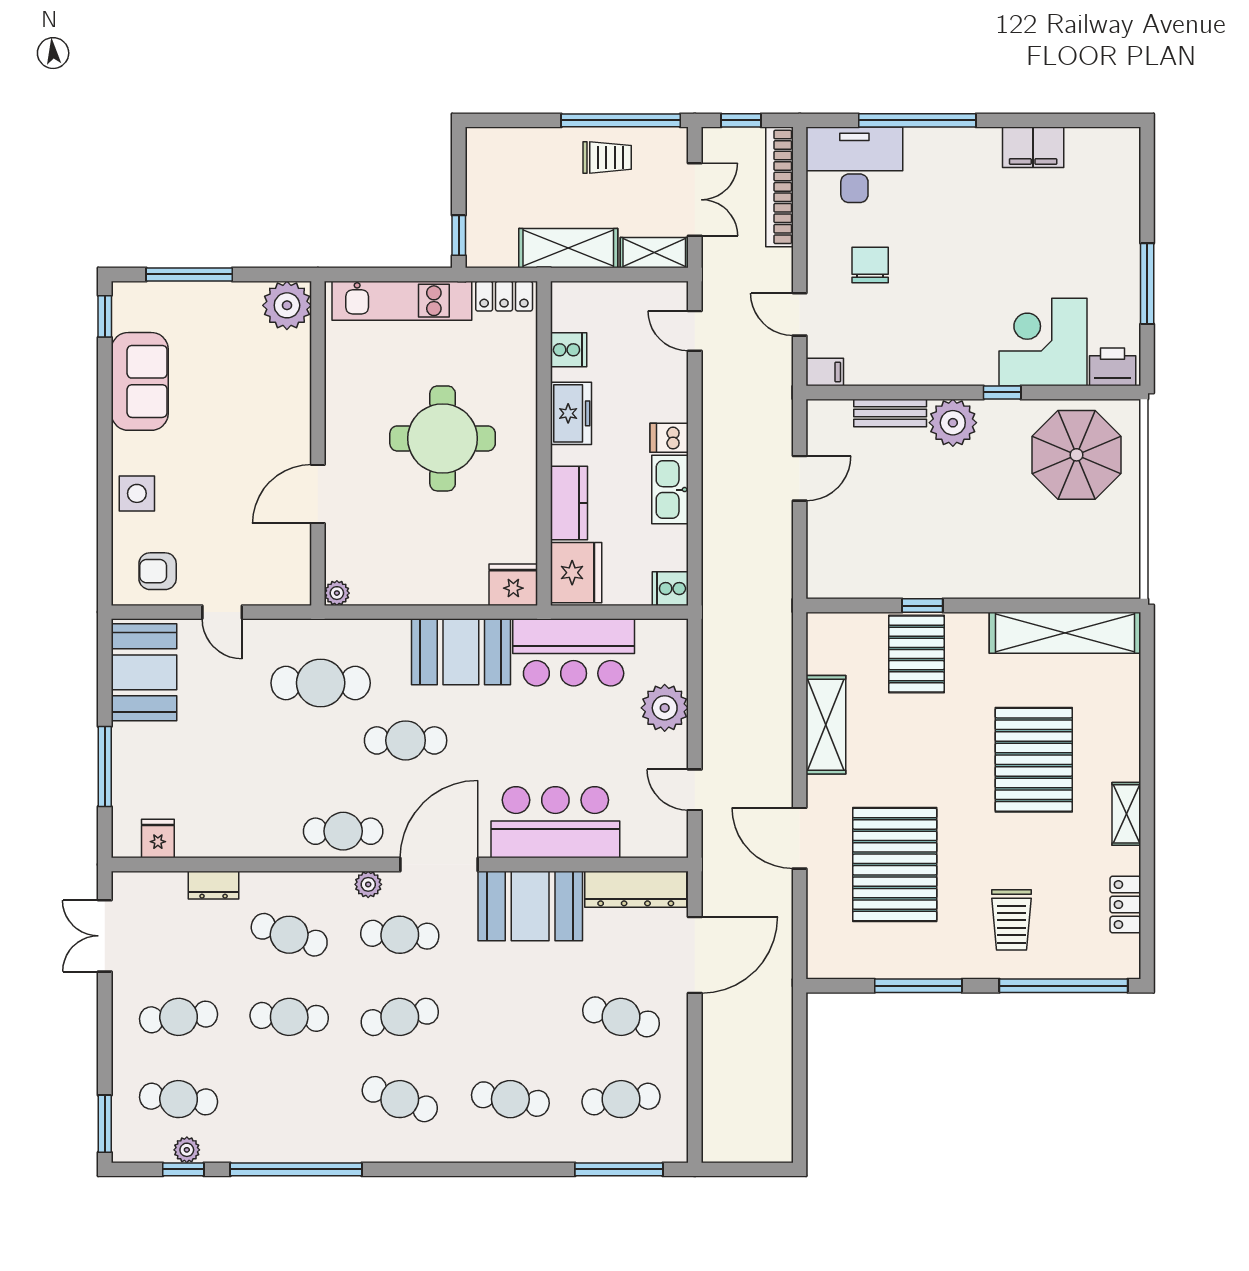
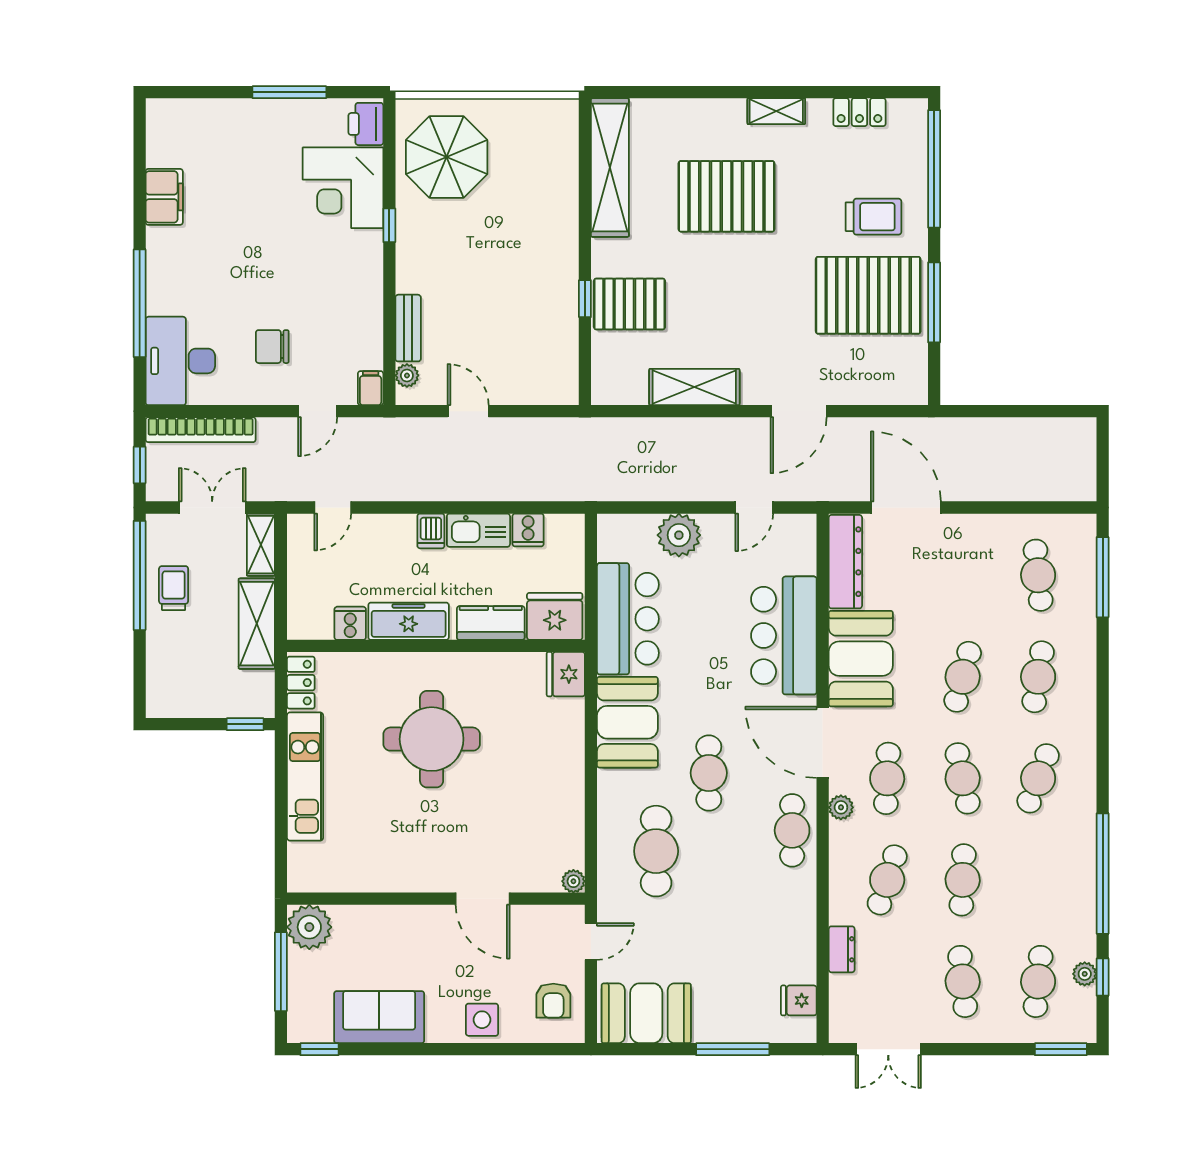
plant: (287, 305) -> (309, 927), moved
freezer: (571, 413) -> (409, 621), width x1.40
plant: (953, 423) -> (407, 375), moved, width x0.53, depth x0.53
wall: (318, 443) -> (436, 899), moved
door: (318, 494) -> (483, 899), moved
cooker: (670, 589) -> (528, 530), moved
plant: (337, 593) -> (573, 881), moved
pallet: (895, 865) -> (868, 295), moved
cafe table: (621, 1017) -> (963, 677), moved

